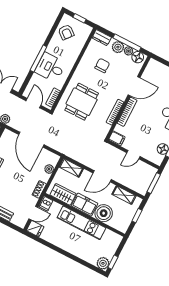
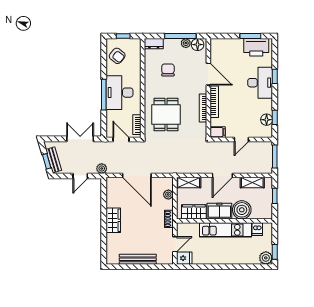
plant: (118, 47) -> (174, 45), removed
desk: (50, 67) -> (120, 93), width x1.37
door: (134, 86) -> (208, 74), hinge flipped
dishwasher: (46, 204) -> (257, 229), moved

